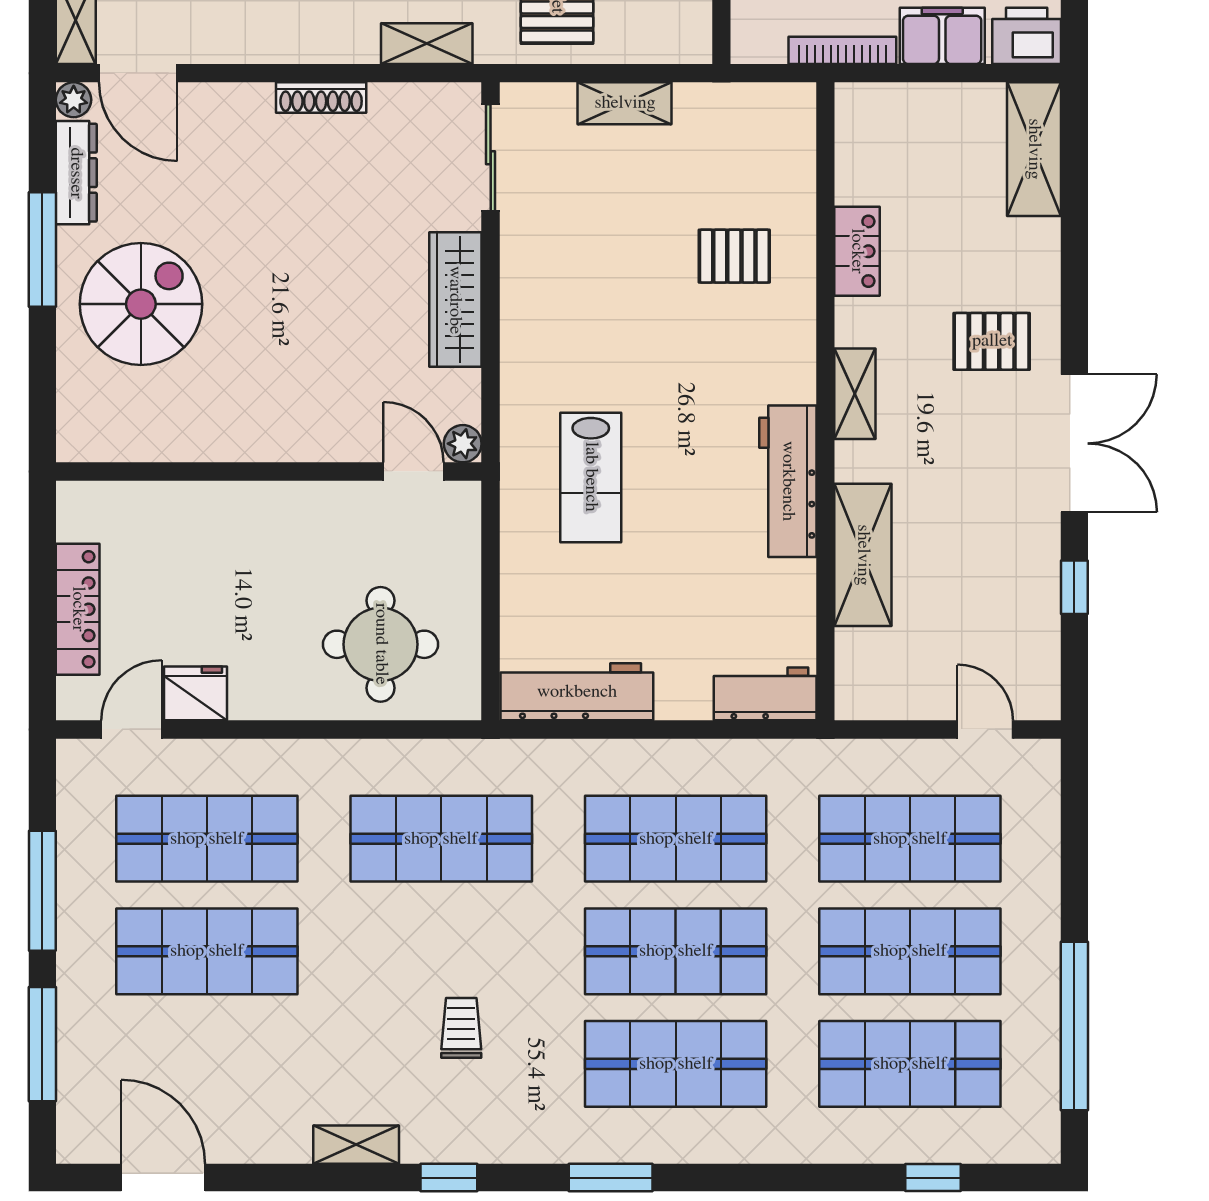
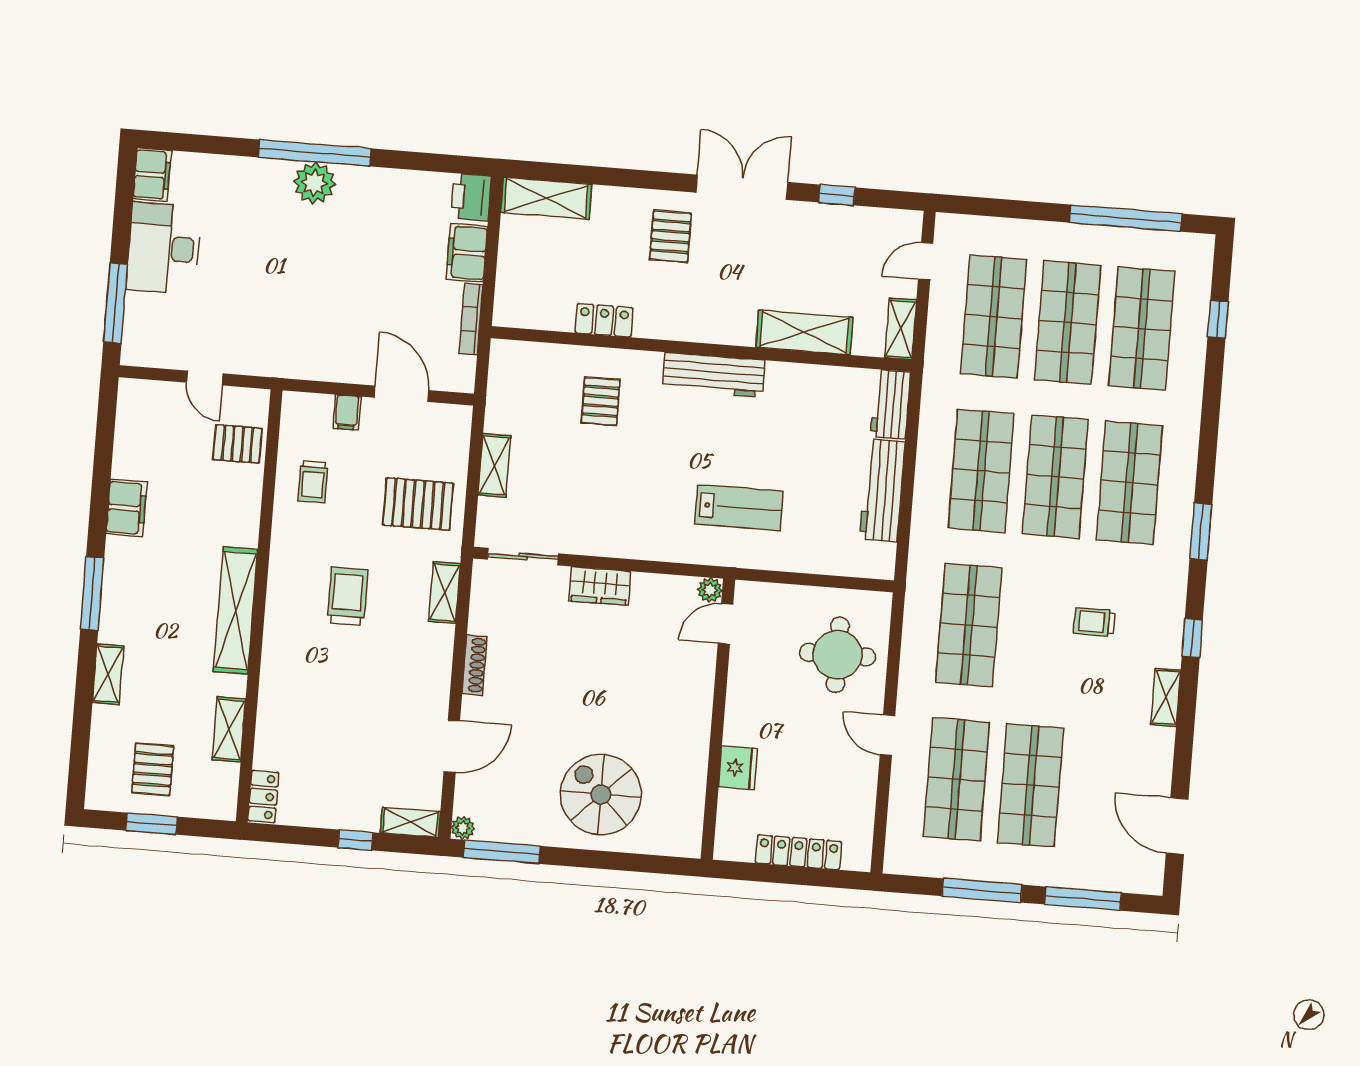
door: (138, 73) -> (452, 746), moved
dresser: (76, 173) -> (511, 830), removed
window: (42, 249) -> (502, 852), moved
wardrobe: (455, 300) -> (600, 586), width x0.67
shelving: (855, 394) -> (901, 329), moved, turned 90
workbench: (788, 481) -> (714, 375), moved
workbench: (577, 692) -> (882, 490), moved
fridge: (196, 693) -> (738, 768), moved, turned 180
door: (132, 729) -> (888, 735), moved
door: (163, 1178) -> (1177, 826), hinge flipped

